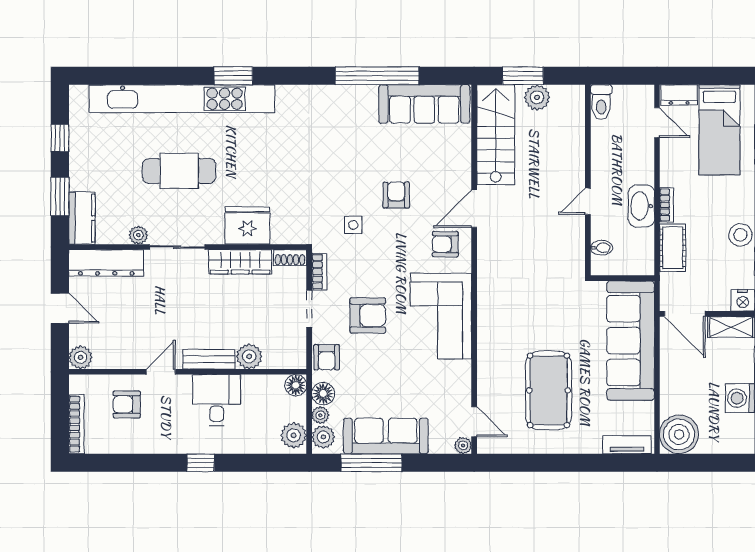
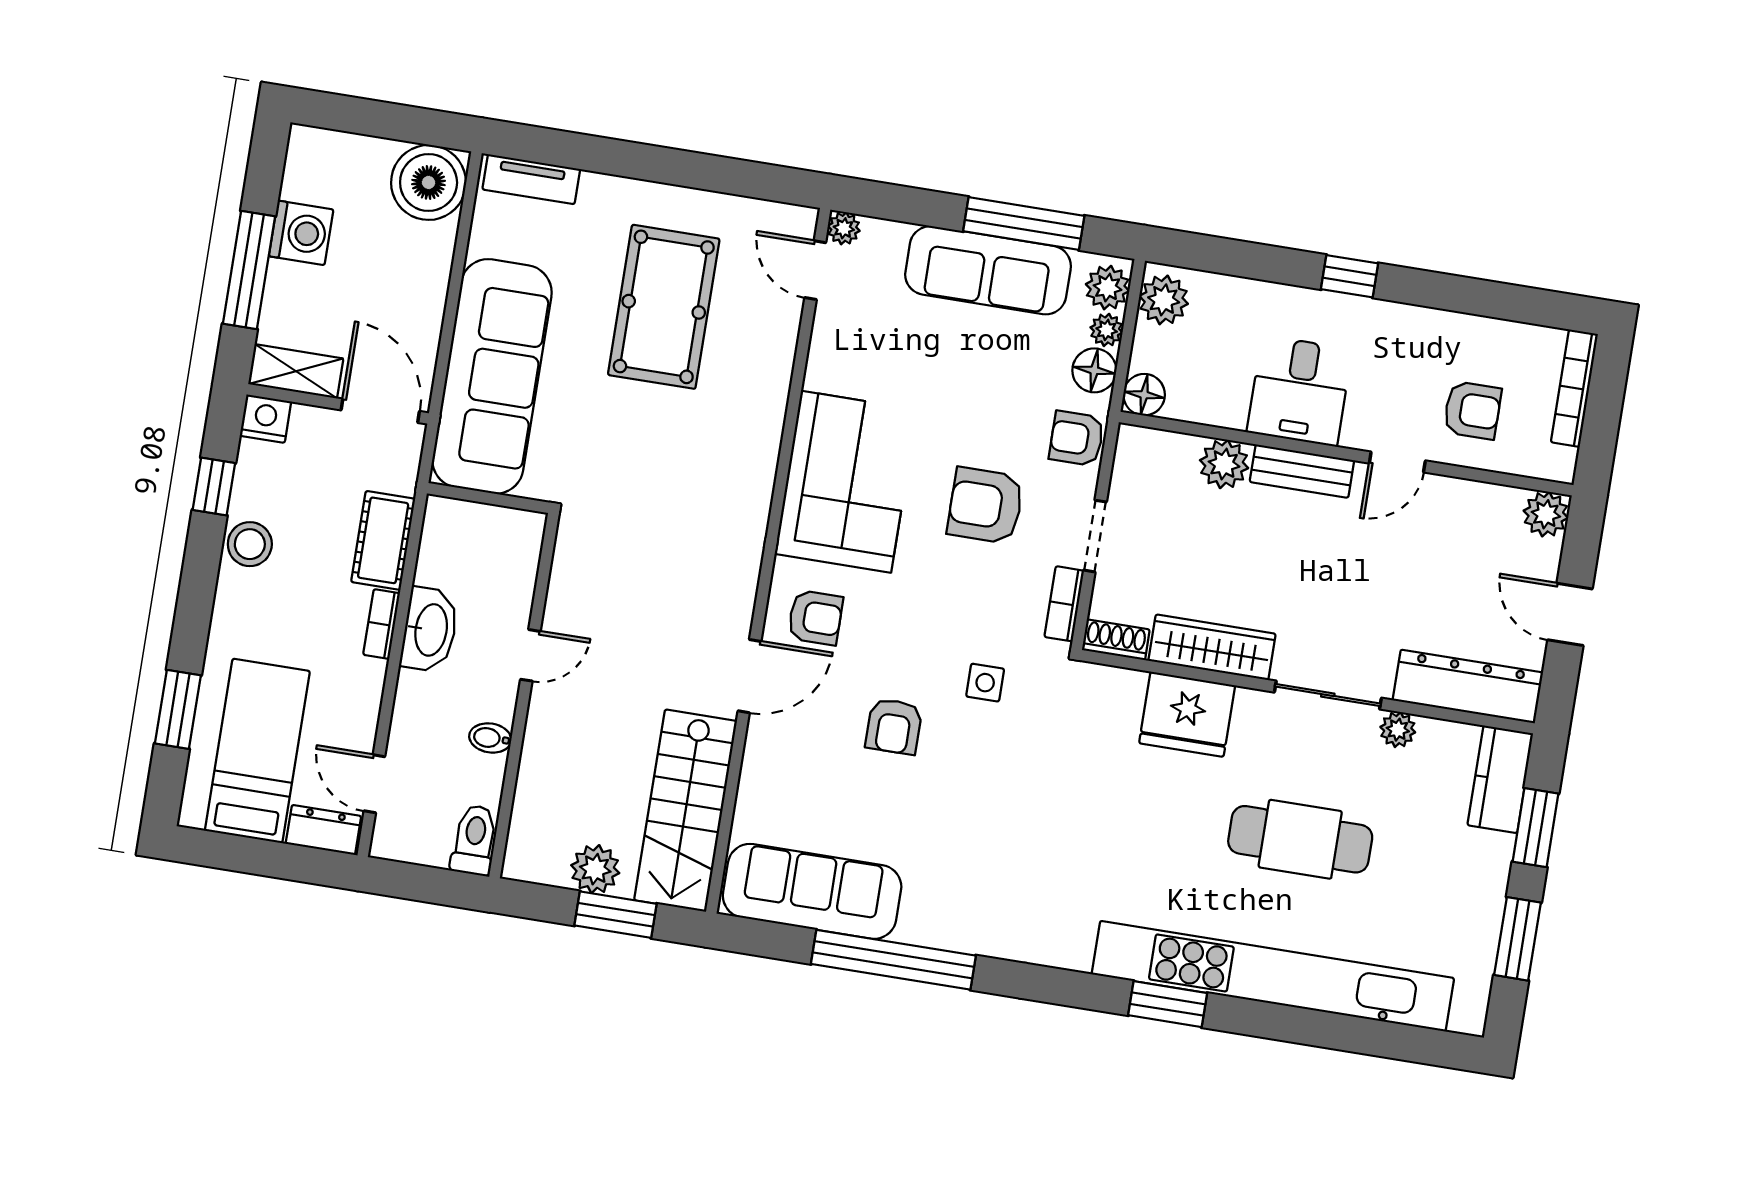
window: (60, 138) -> (1517, 939), width x1.50
bidet: (602, 248) -> (490, 738), moved
armchair: (327, 357) -> (1077, 438), turned -90

